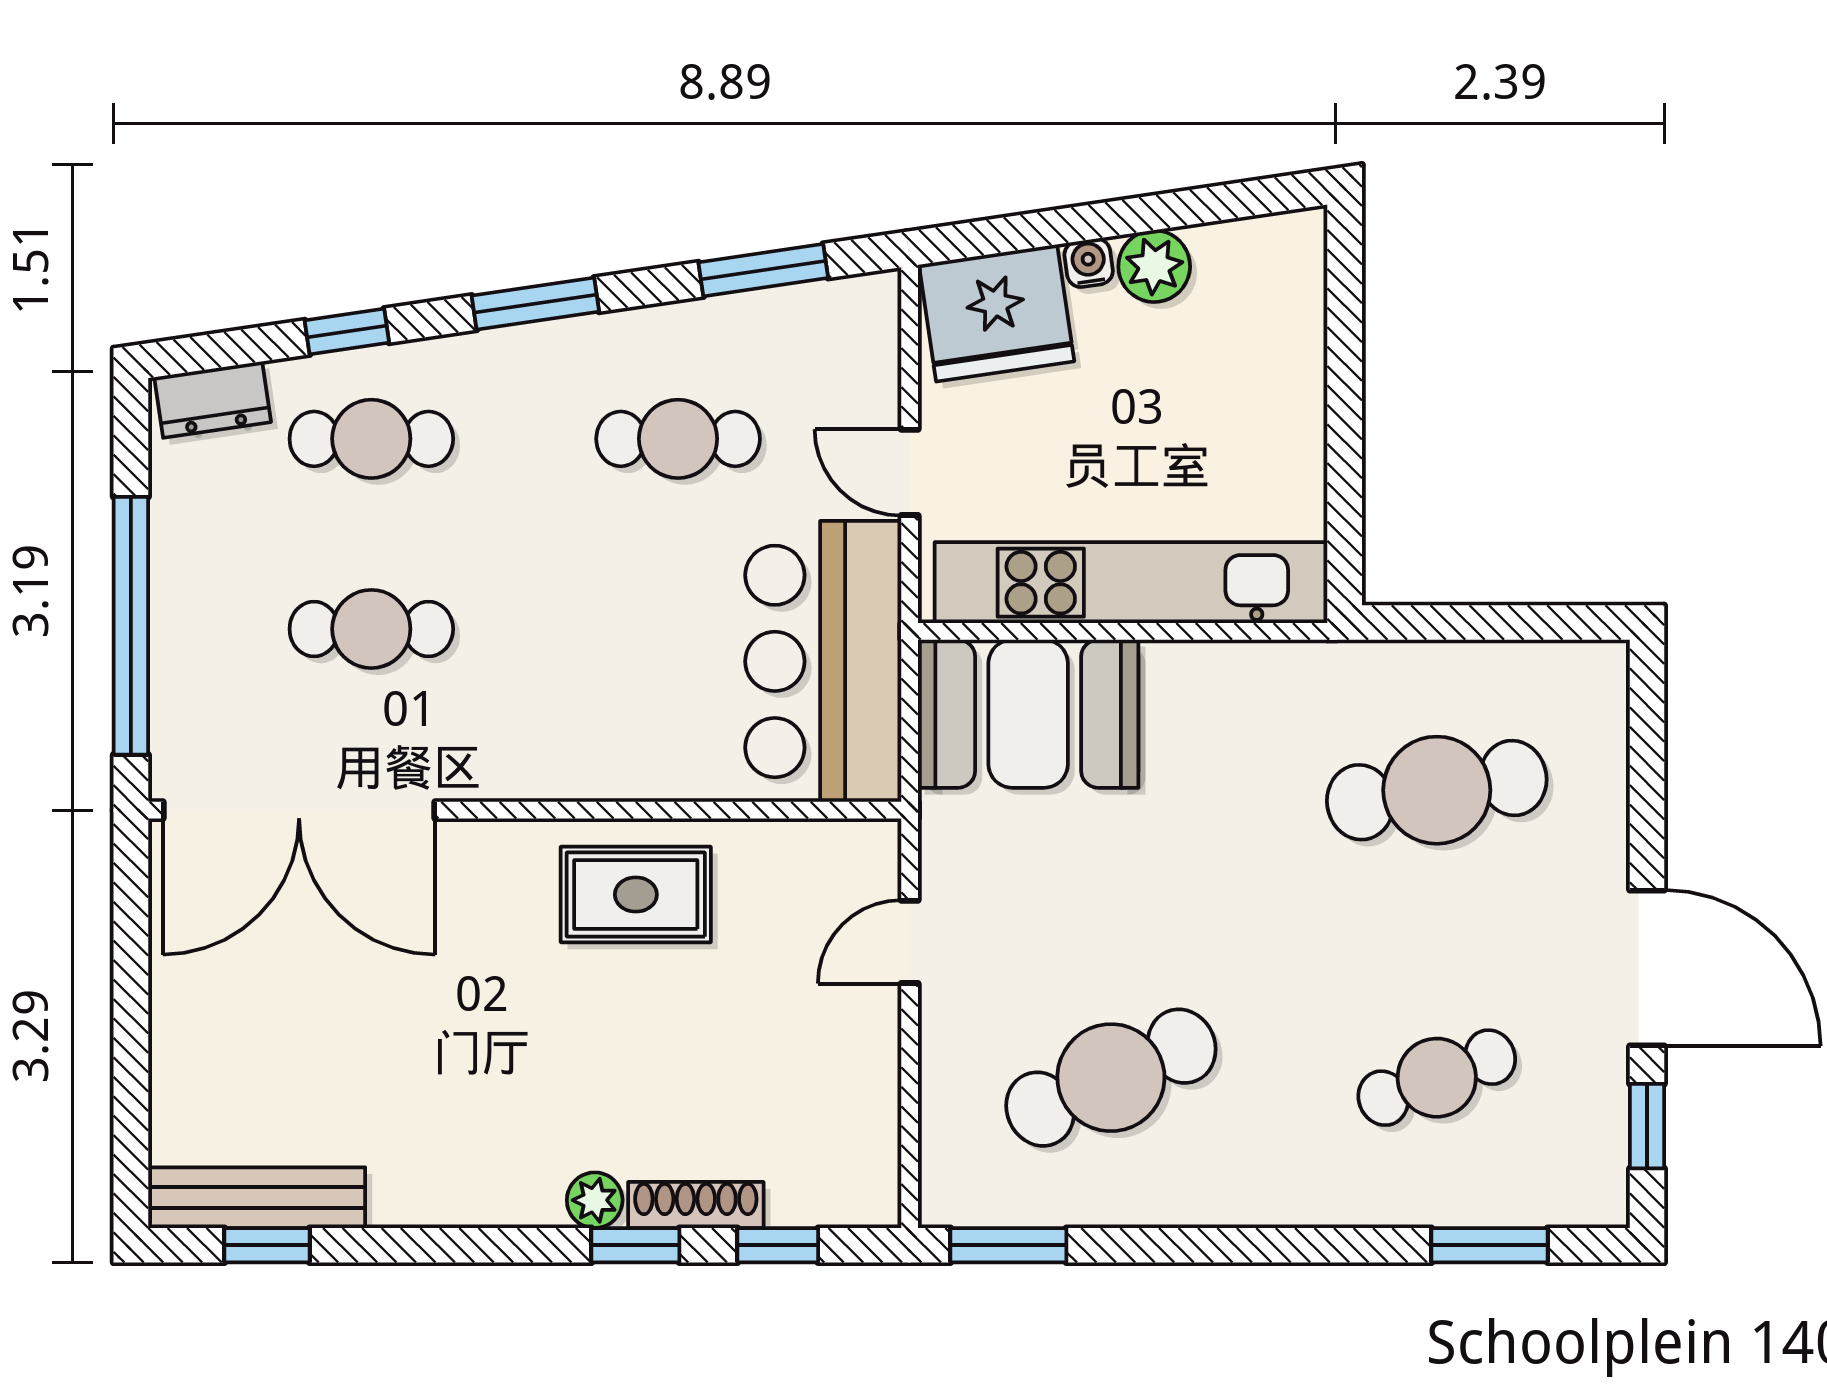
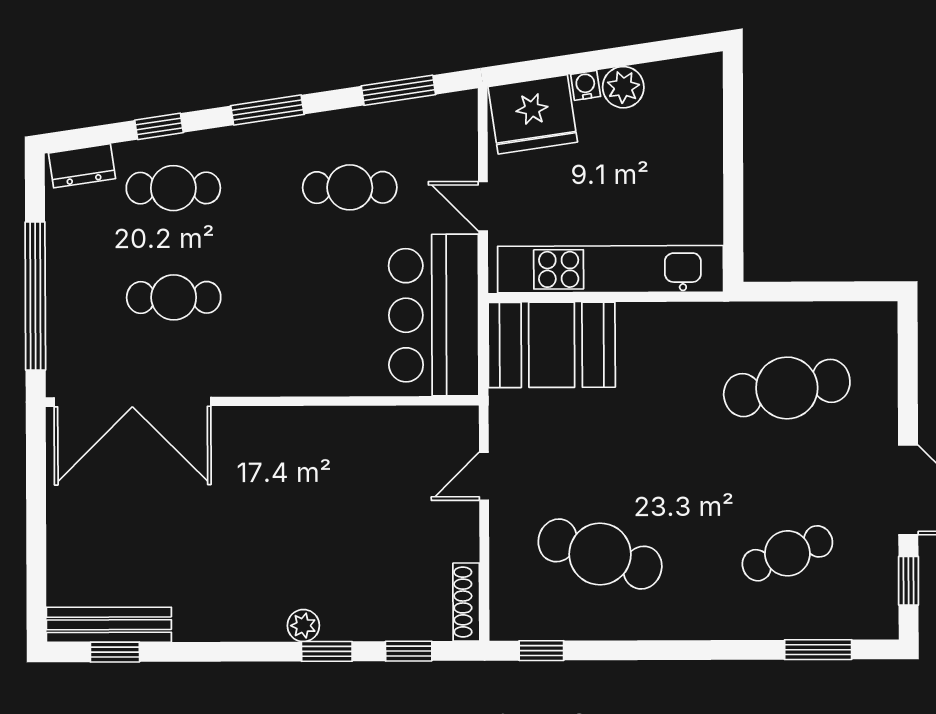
rug: (636, 894) -> (326, 450), removed
cafe table: (1111, 1078) -> (600, 554), turned 42
shoe rack: (696, 1205) -> (466, 602), moved, turned -90
window: (1008, 1245) -> (541, 651), width x0.67

